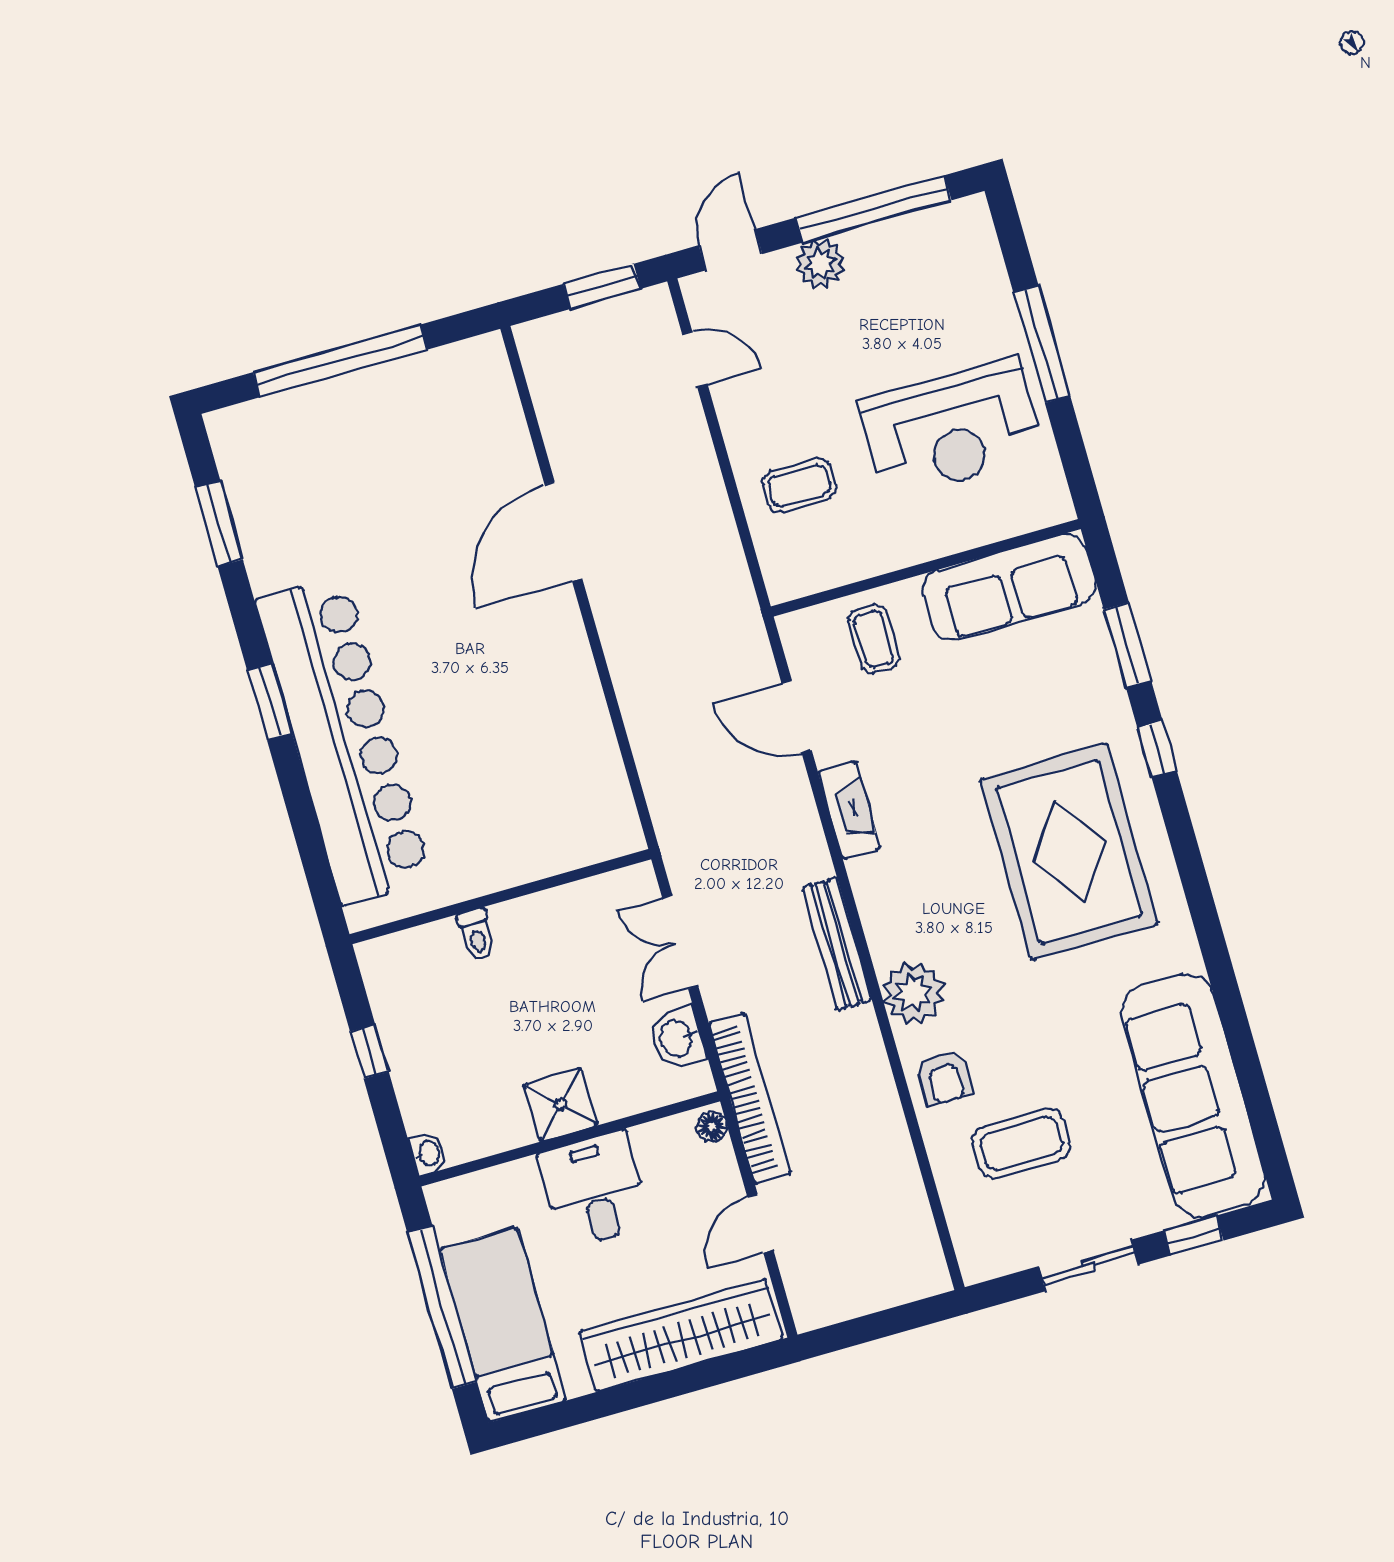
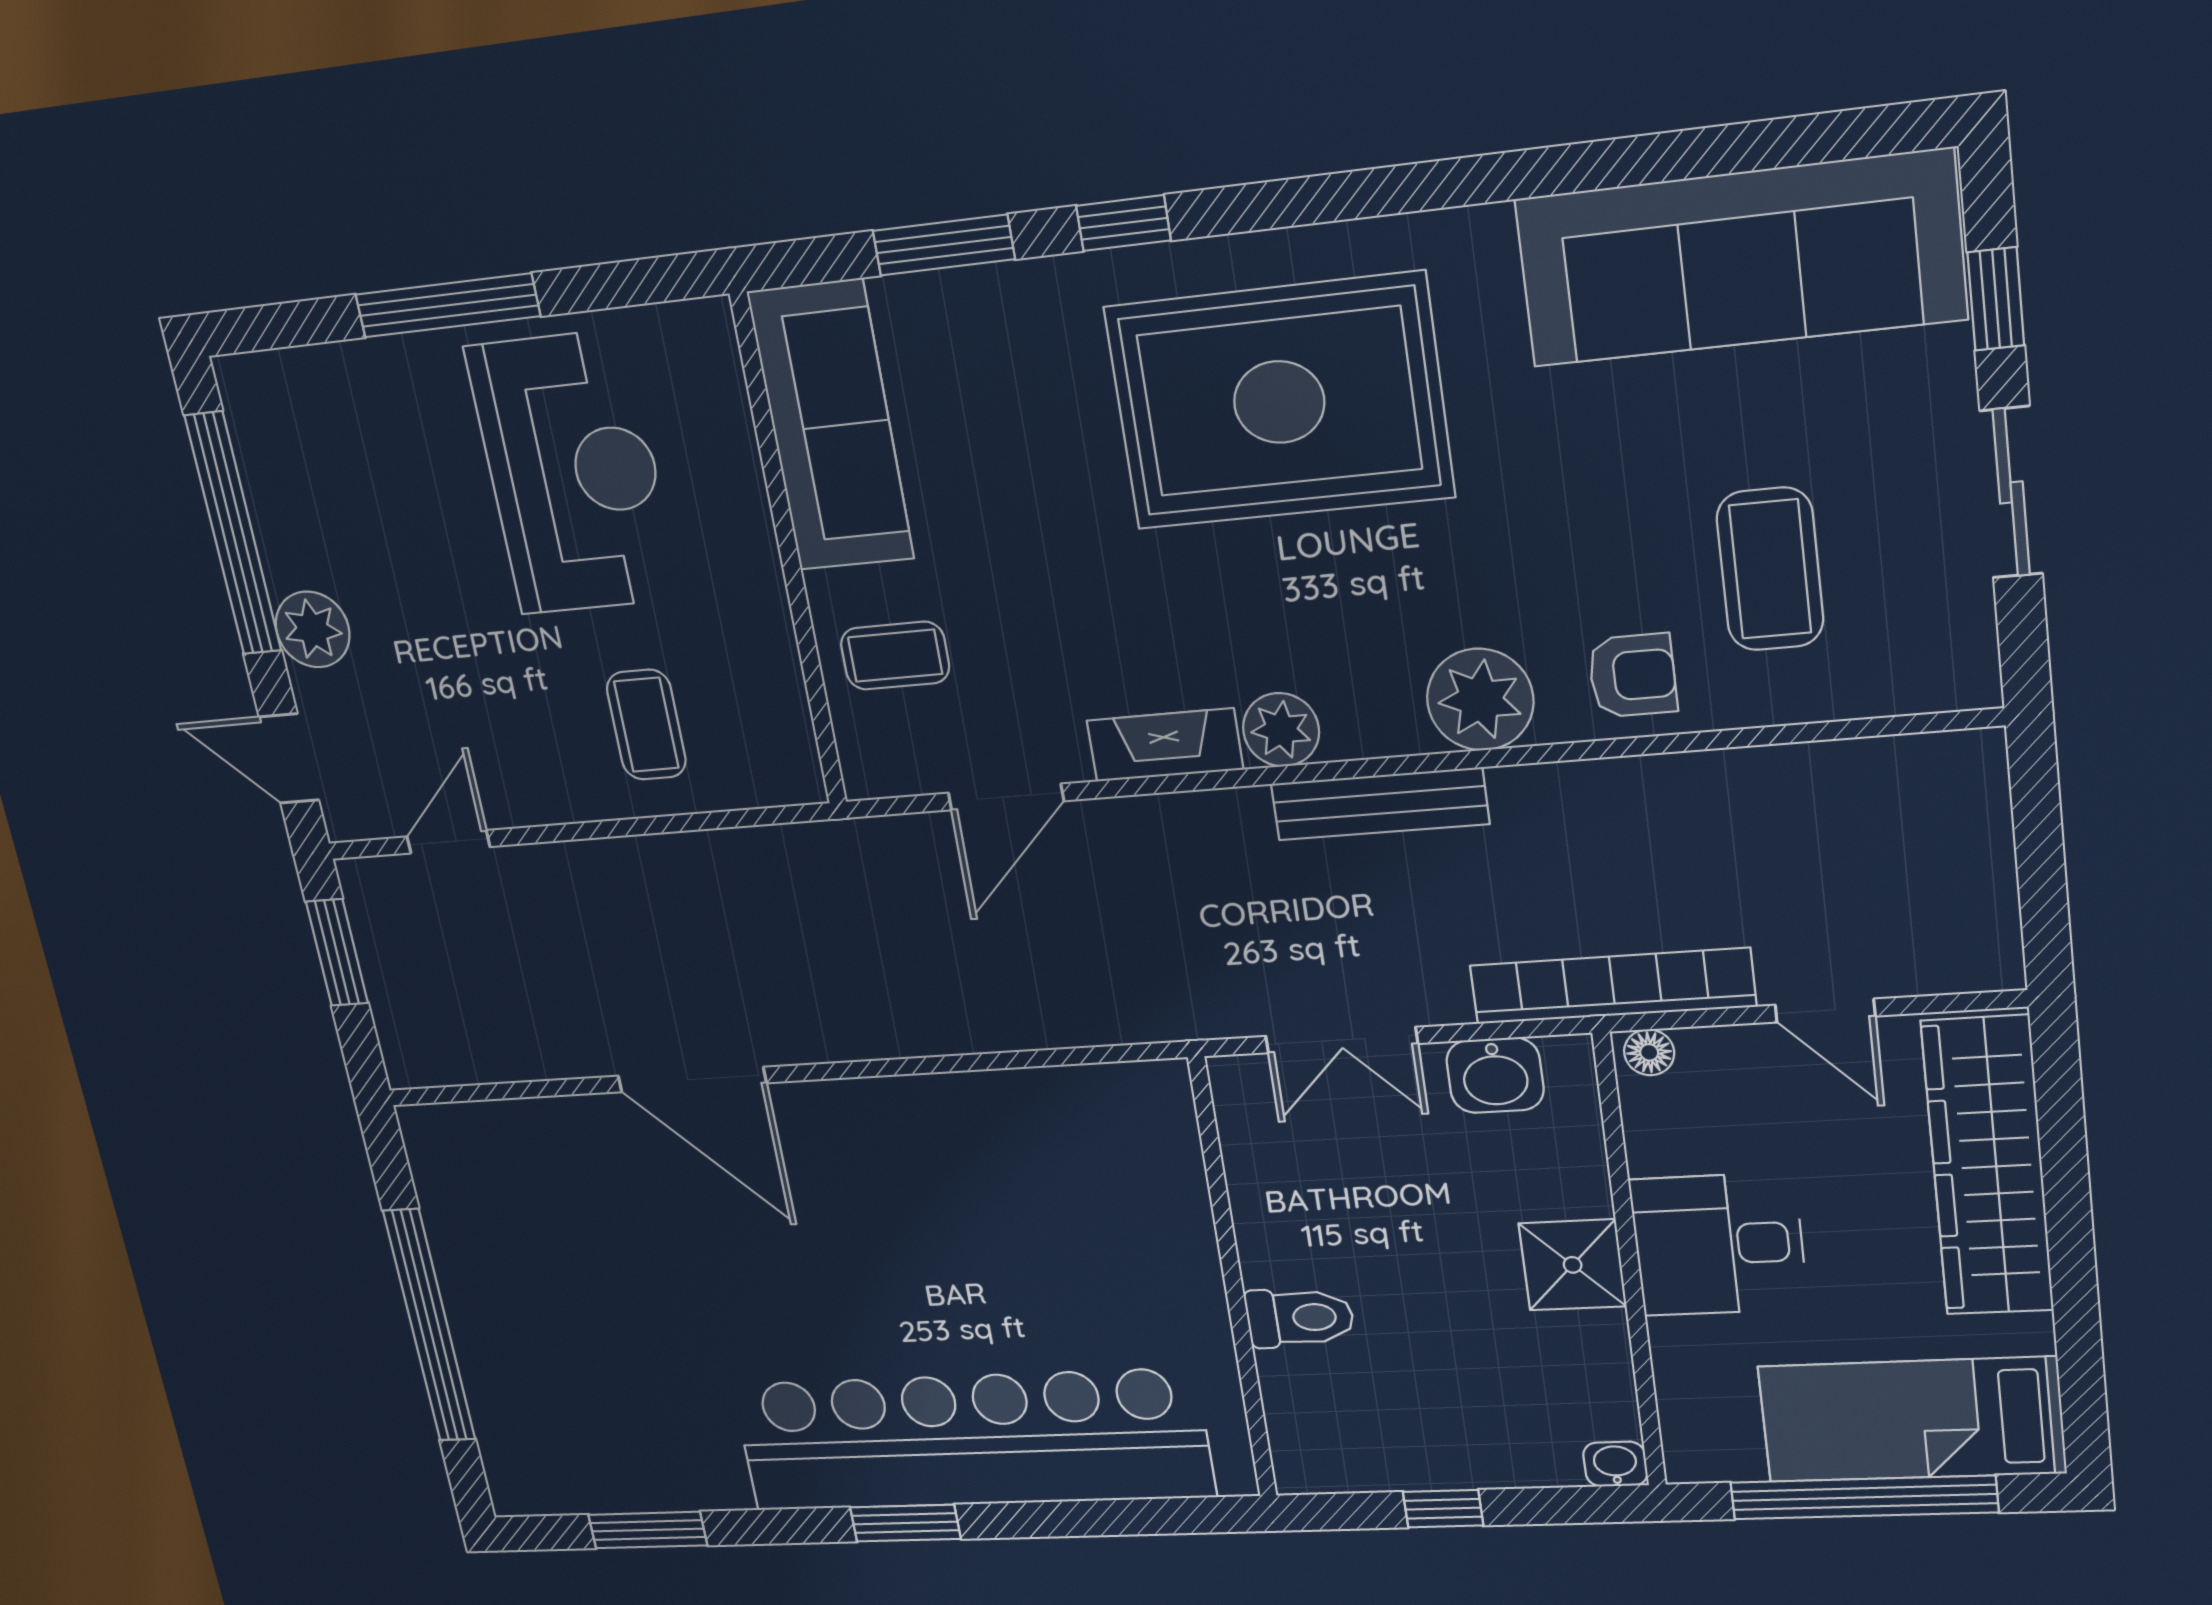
plant: (872, 879) -> (1281, 730), added
toilet: (476, 935) -> (1300, 1318), width x1.37, depth x1.39

